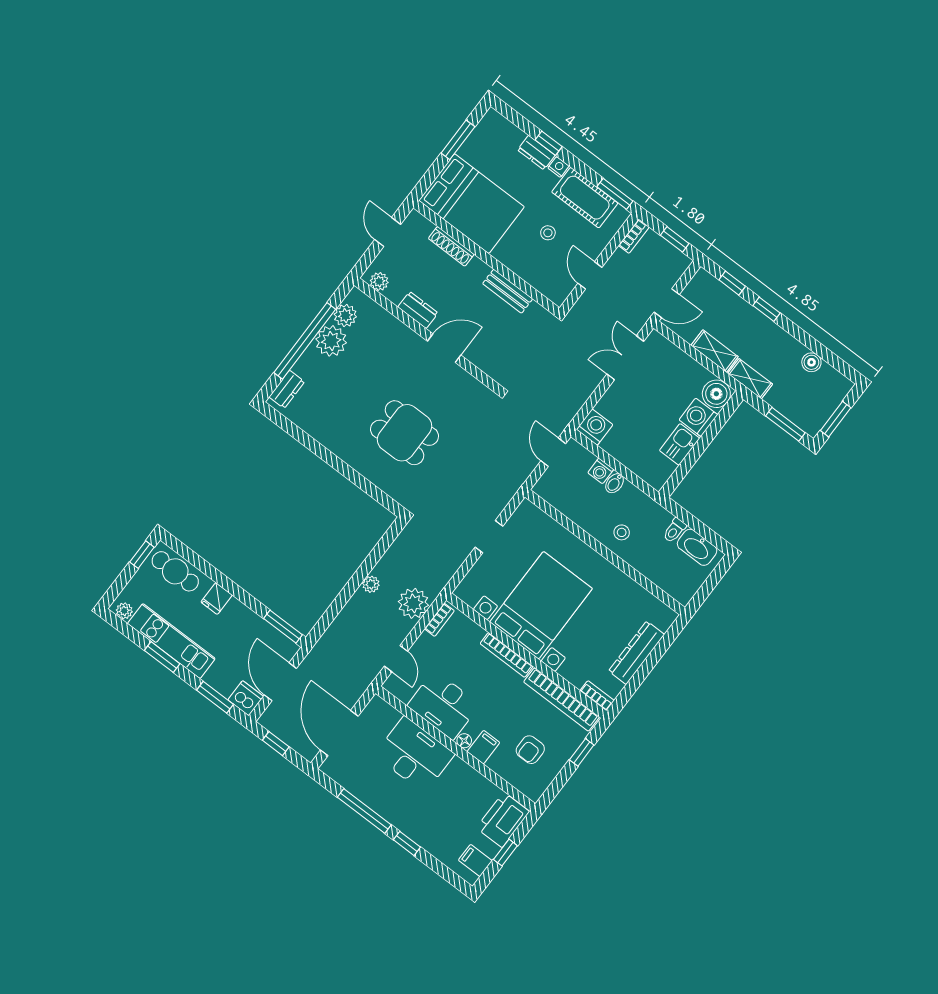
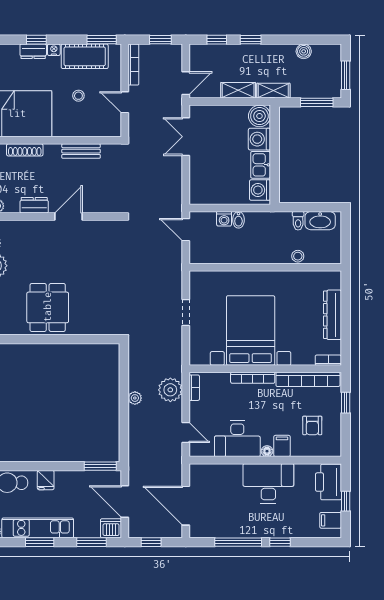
bookcase: (634, 236) -> (133, 65), width x1.56
washing machine: (595, 427) -> (260, 190), moved, turned -90
dining table: (404, 433) -> (48, 307), moved, turned 90
stool: (622, 532) -> (298, 256), moved
desk: (414, 755) -> (268, 483), moved

